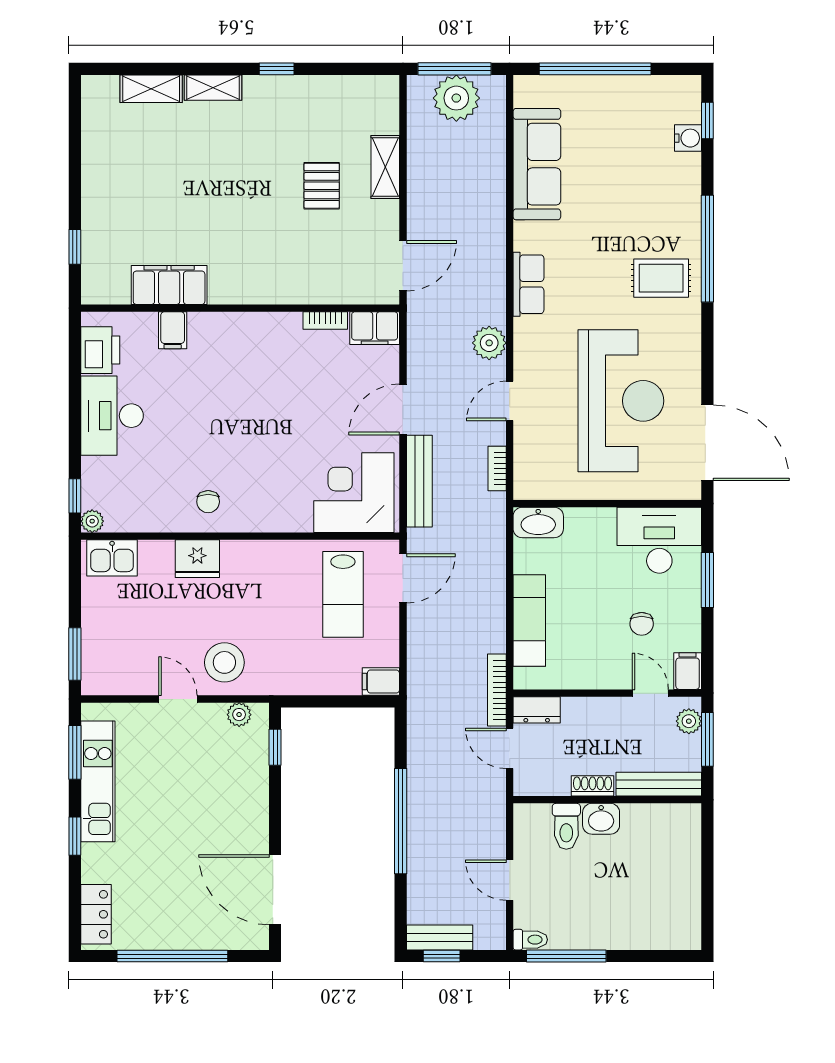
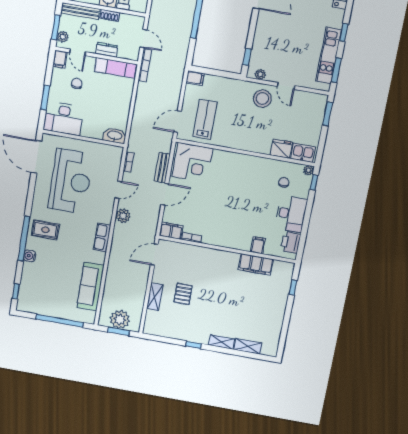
window: (455, 69) -> (119, 331), width x0.69
water cooler: (688, 138) -> (30, 256), moved
reception desk: (621, 401) -> (71, 181), turned 180
bench: (419, 481) -> (162, 168), width x0.73
chair: (208, 502) -> (284, 182), moved
fridge: (197, 559) -> (281, 149), moved
exam couch: (529, 620) -> (115, 68), moved, turned -90
dresser: (537, 710) -> (107, 50), moved

